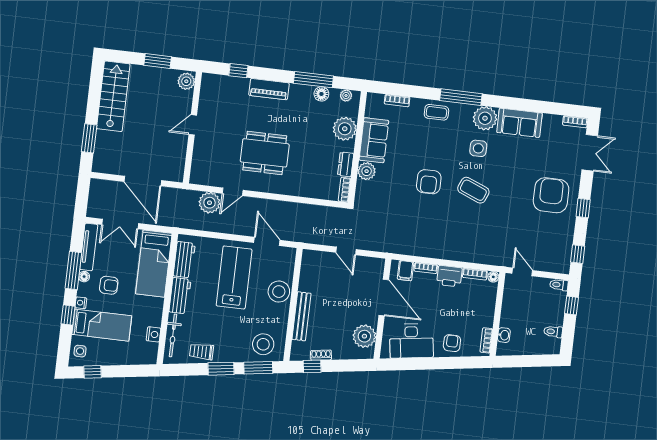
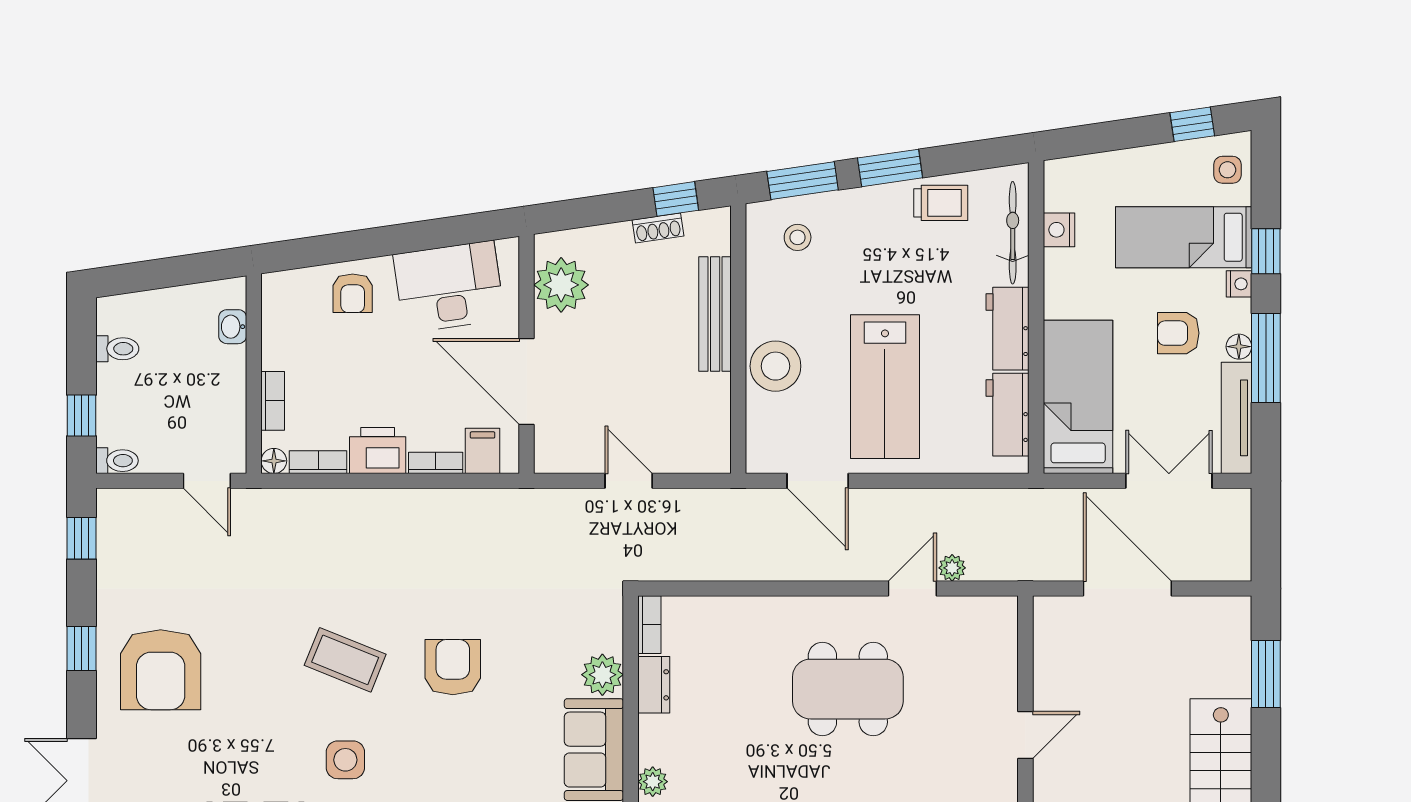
plant: (345, 129) -> (653, 782), width x0.53, depth x0.53
plant: (209, 203) -> (952, 568), width x0.53, depth x0.53
bookcase: (486, 340) -> (273, 401), moved
stool: (263, 344) -> (798, 237), width x0.53, depth x0.53

